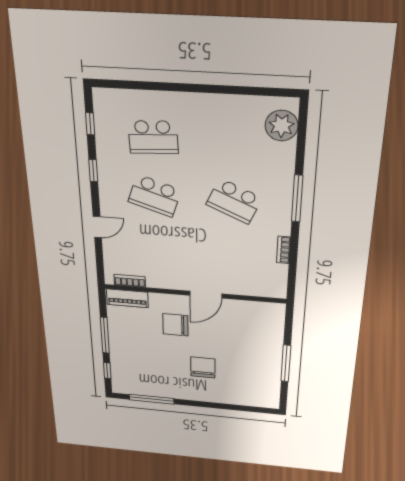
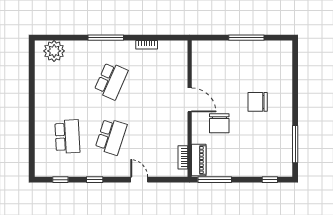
window: (105, 335) -> (215, 180), moved

